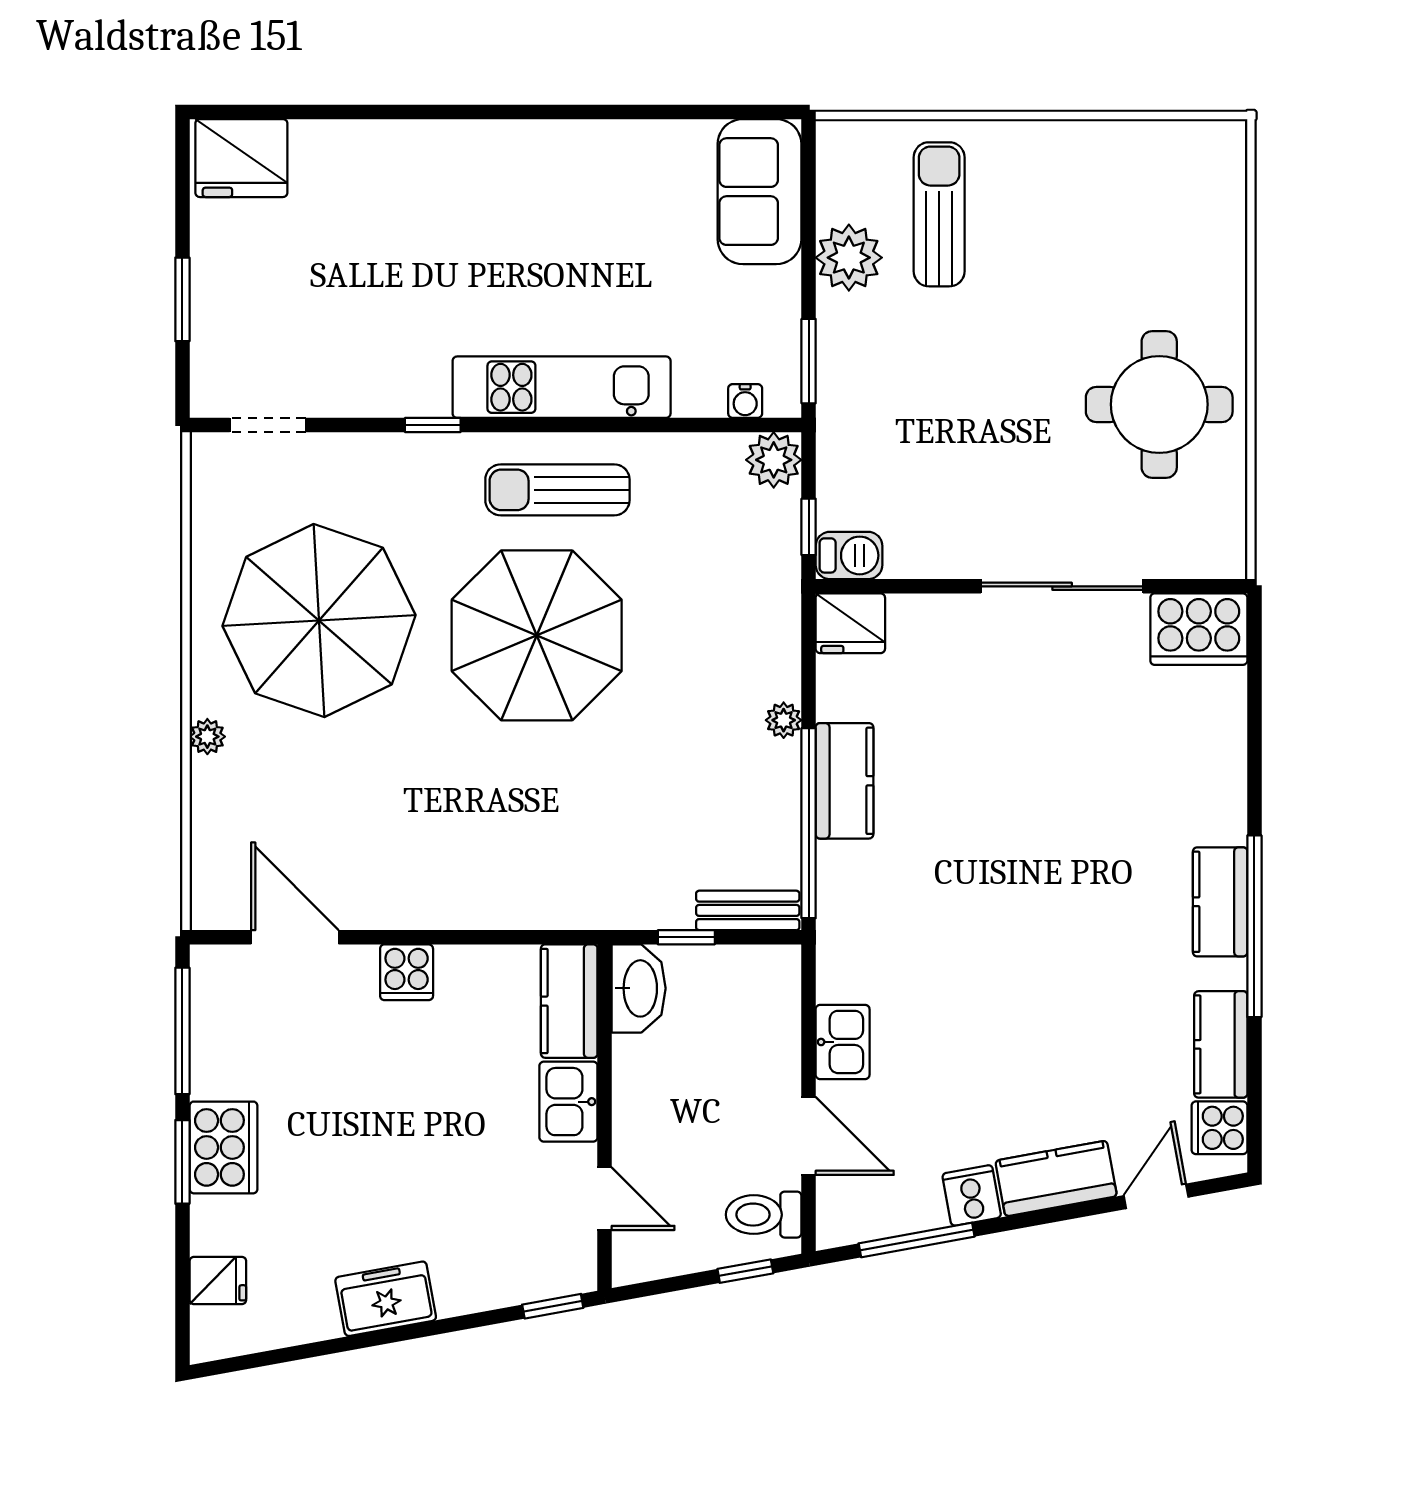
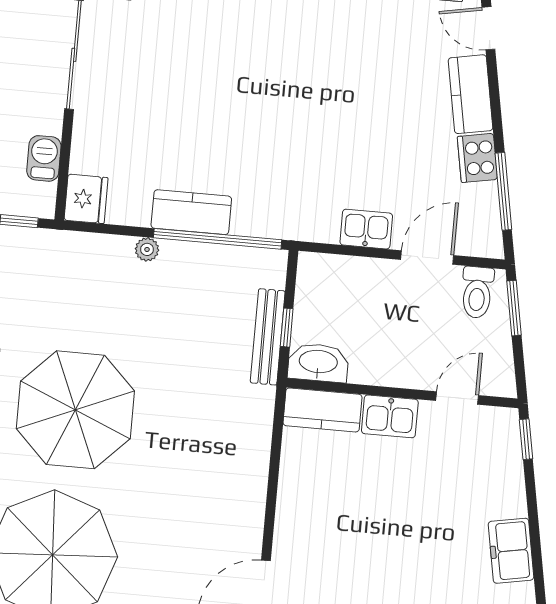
barbecue: (849, 555) -> (44, 158), moved
bench: (748, 910) -> (268, 337), moved, width x1.36
cooker: (407, 972) -> (293, 517), removed
cooker: (972, 1195) -> (477, 158), width x1.36
window: (745, 1271) -> (514, 308), width x1.50

